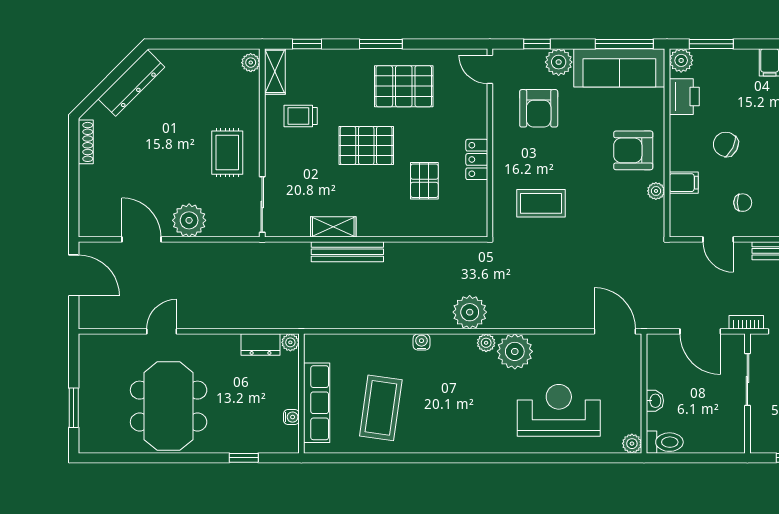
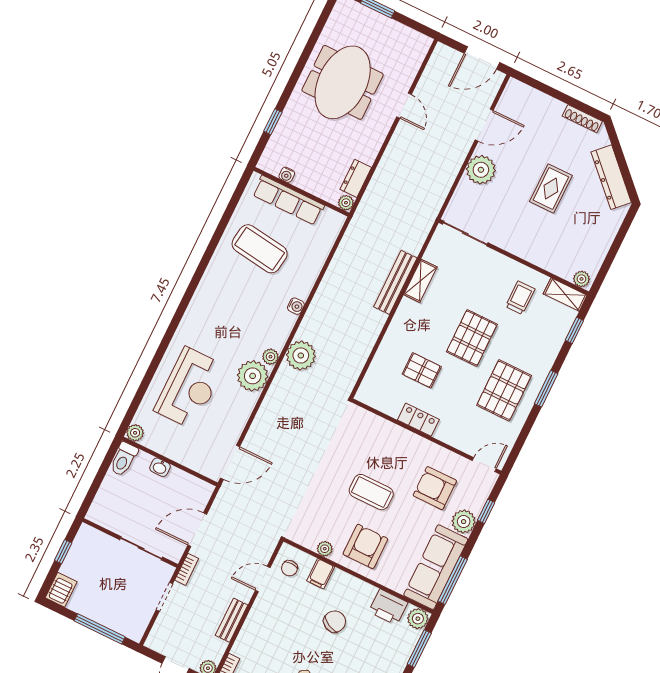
rug: (227, 153) -> (551, 188), moved, turned 90
coffee table: (541, 203) -> (371, 492), moved, turned 90
chair: (743, 203) -> (289, 568), moved
meeting table: (169, 406) -> (343, 82), turned 90

